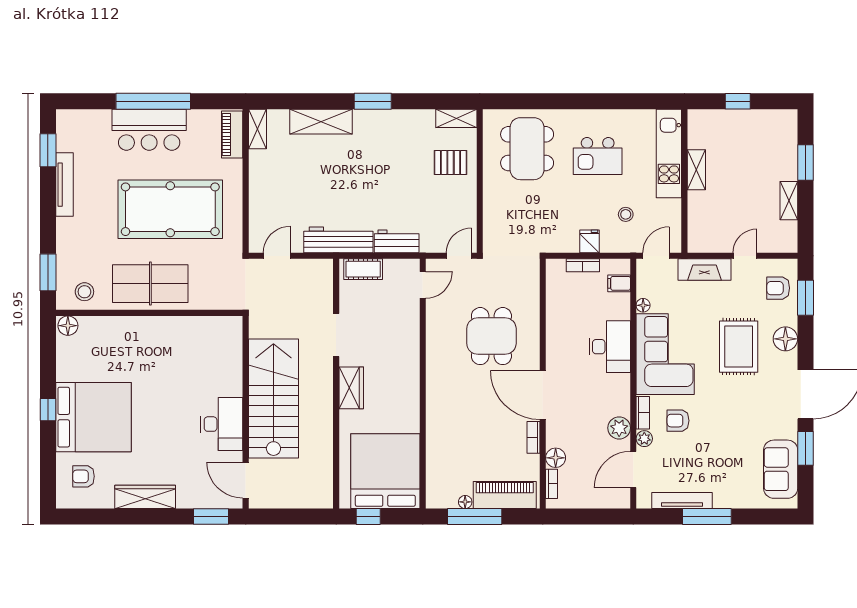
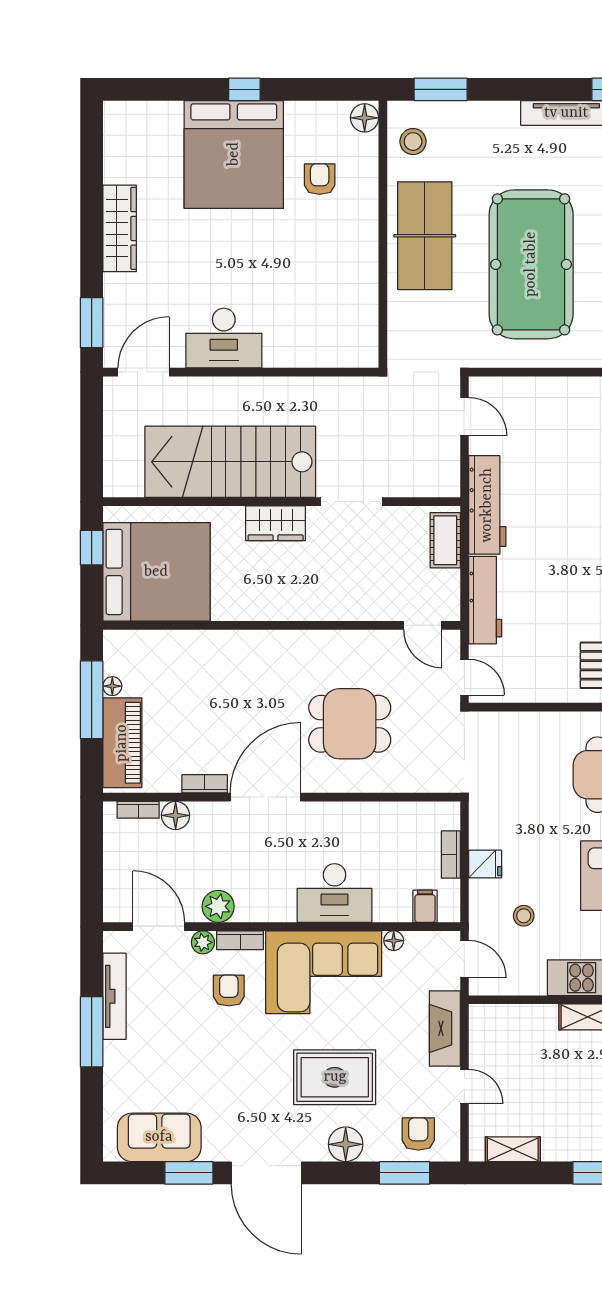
shelving: (789, 201) -> (513, 1149), moved
workbench: (397, 241) -> (485, 600), width x1.37
stairs: (273, 398) -> (230, 462), moved, turned 180
armchair: (84, 476) -> (320, 179), moved

